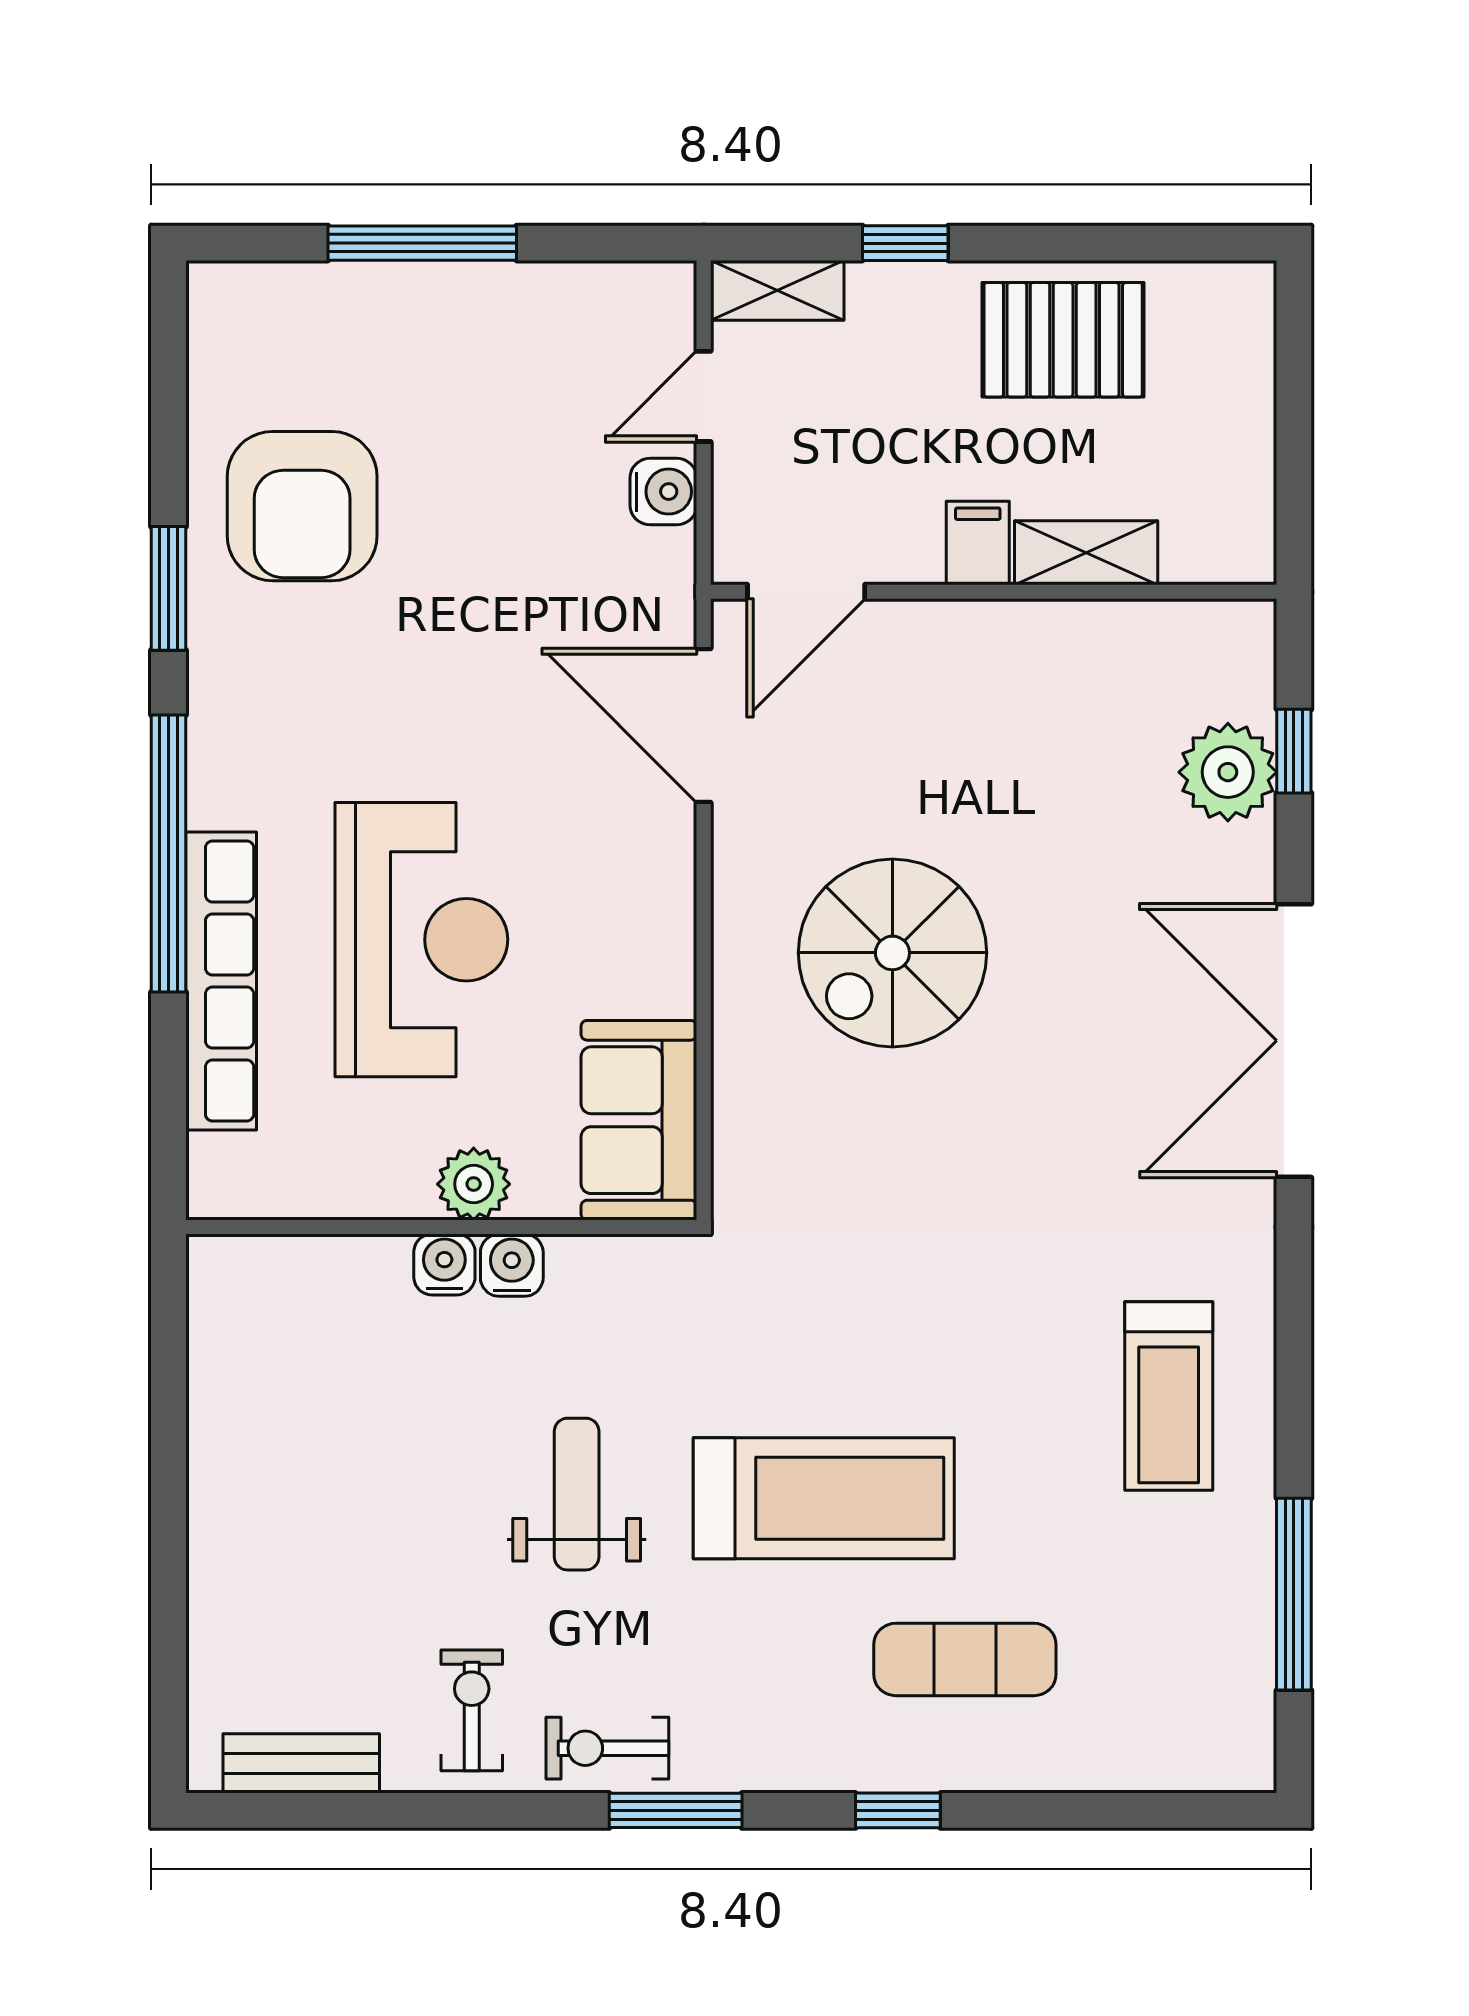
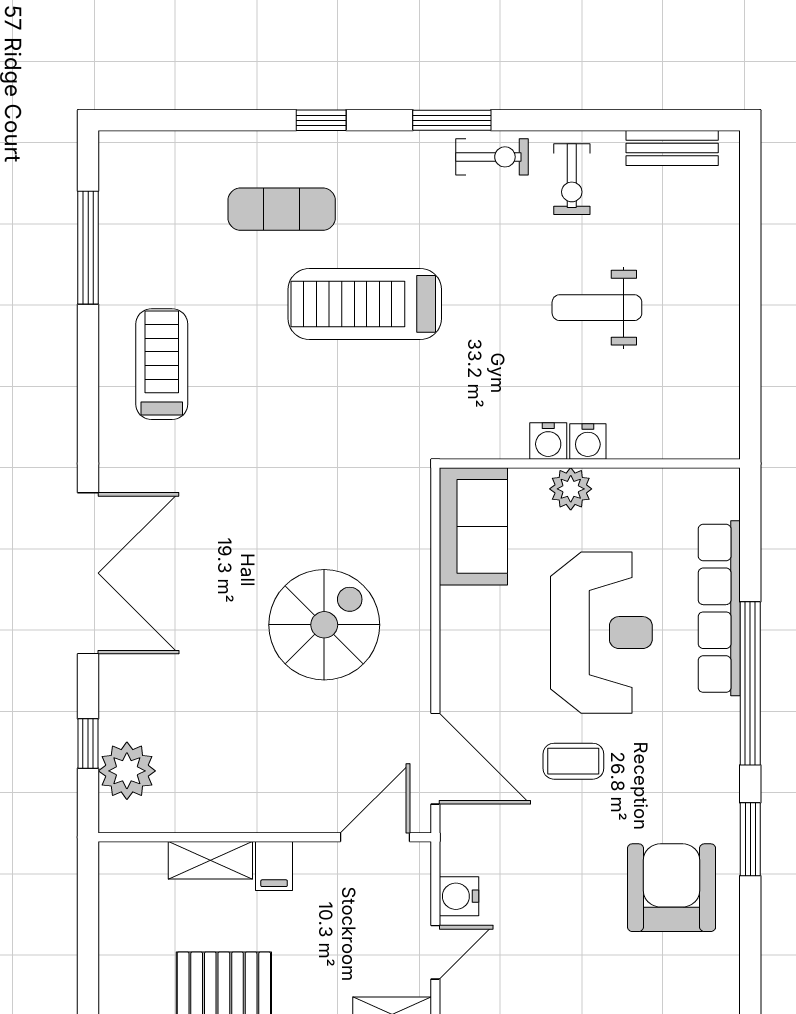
coffee table: (469, 721) -> (573, 761), added
plant: (1228, 772) -> (127, 771), moved
reception desk: (421, 940) -> (601, 633), turned 180
weight bench: (577, 1494) -> (597, 308), moved, turned 90

